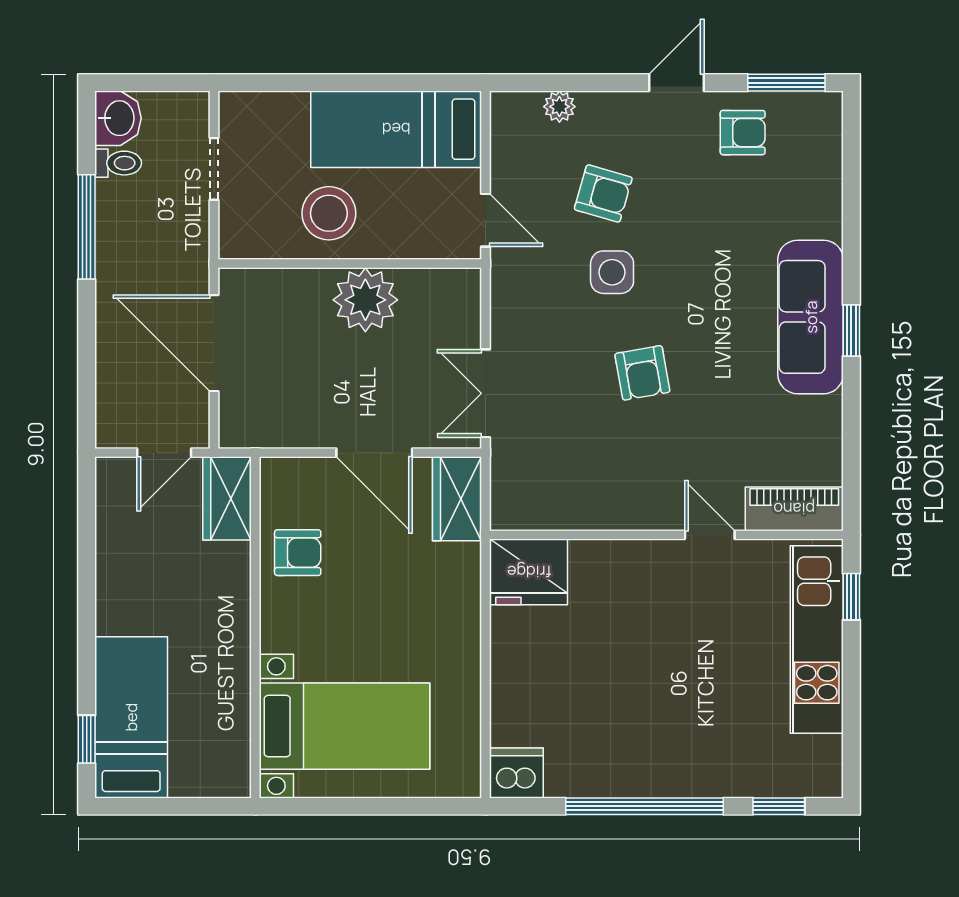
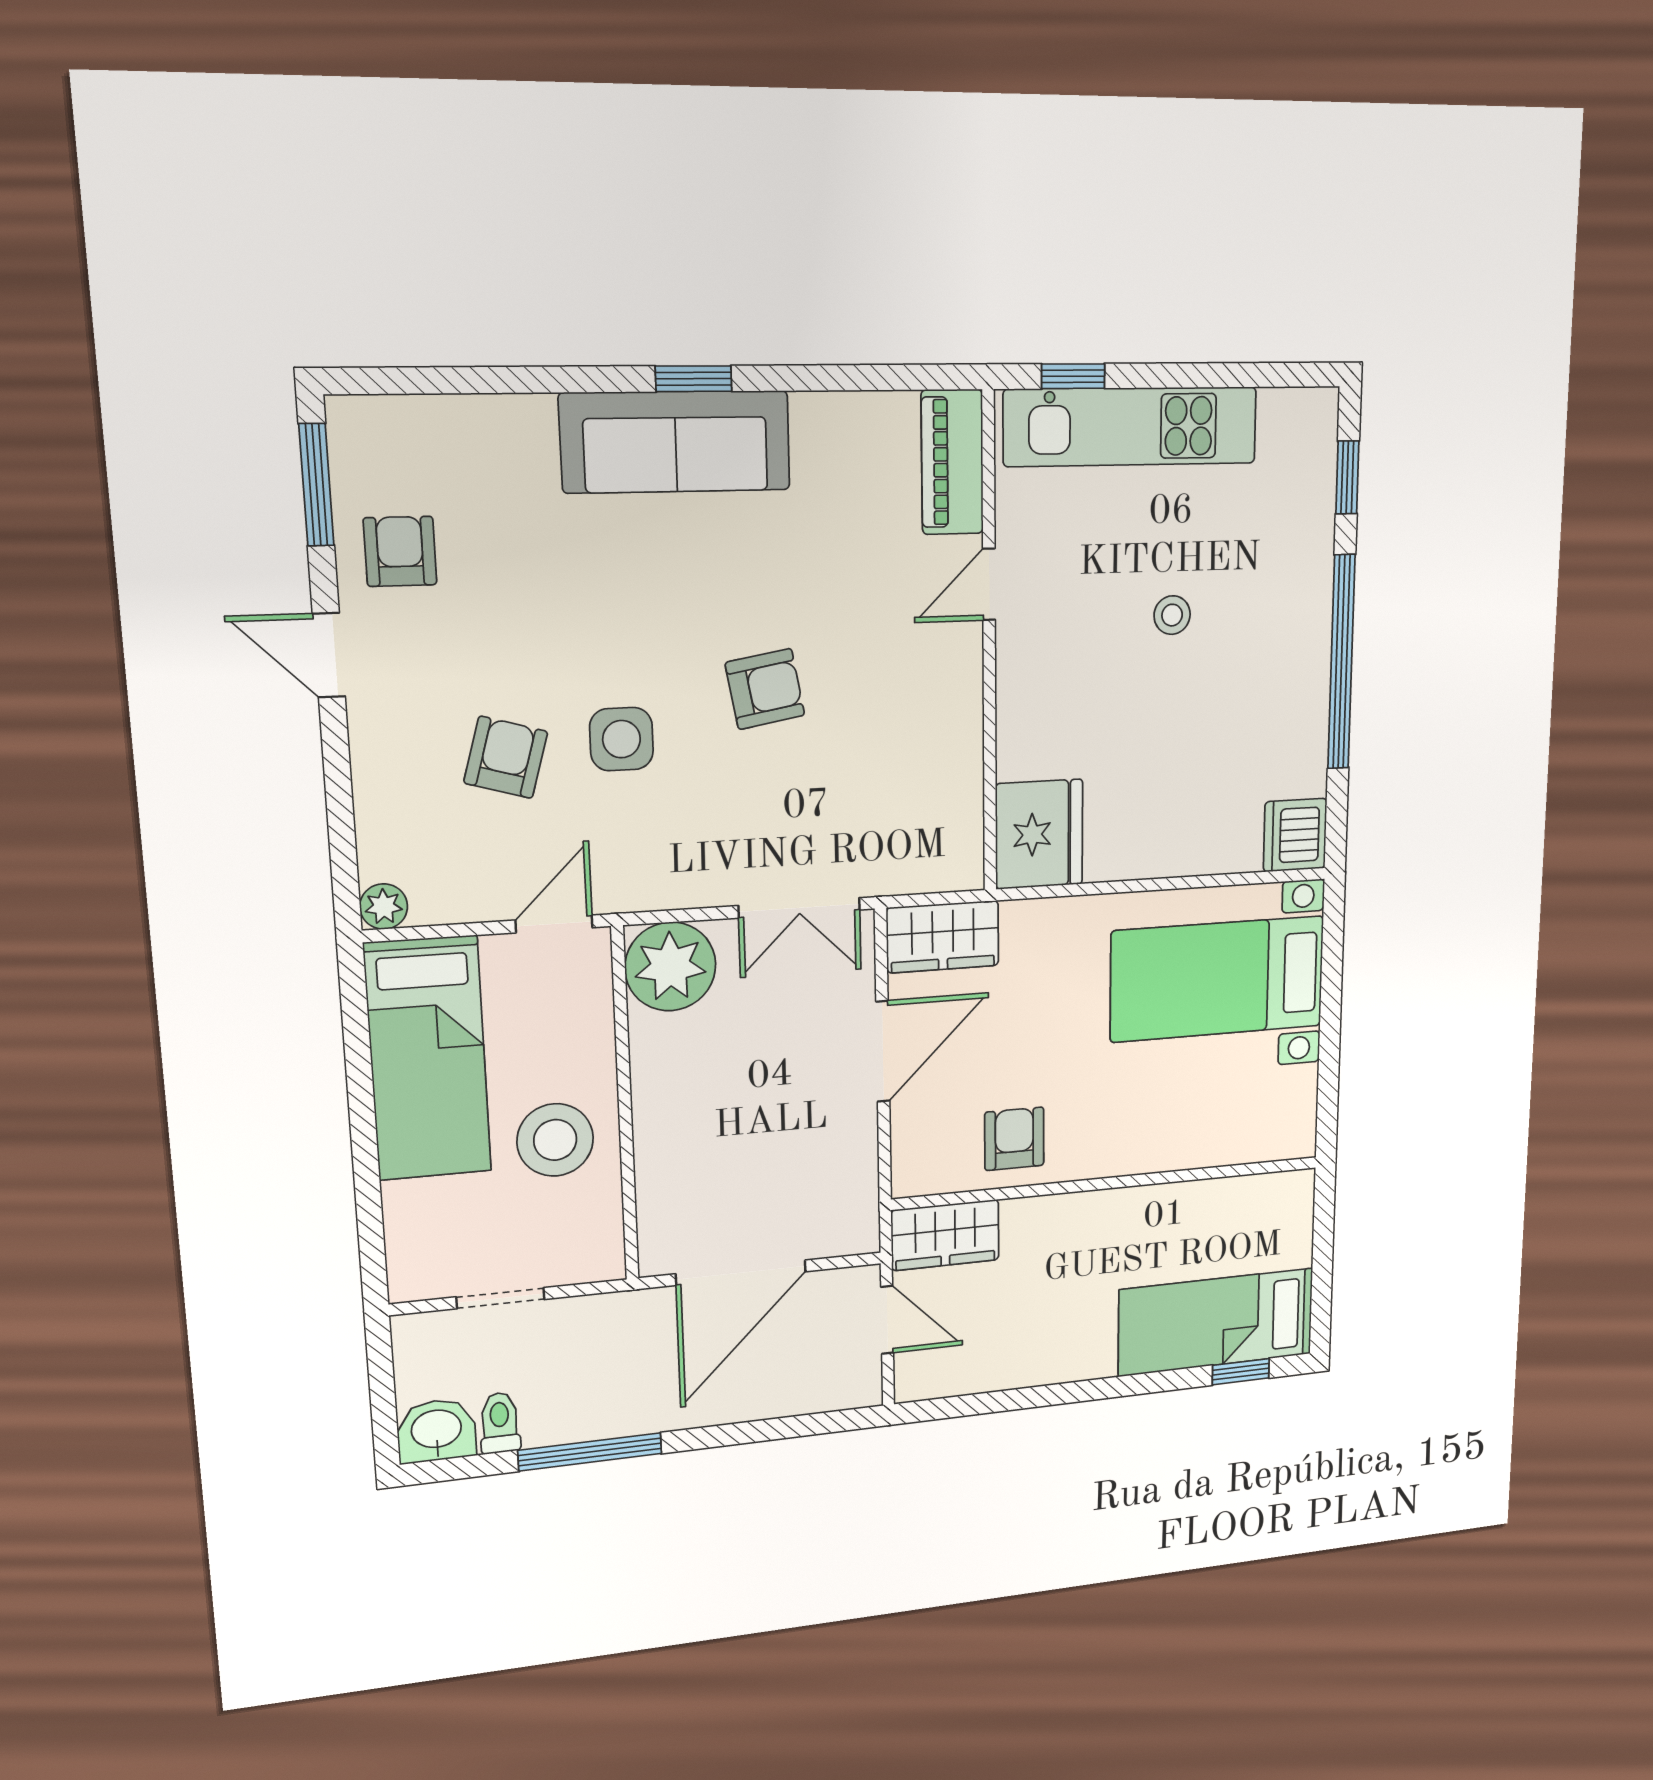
plant: (559, 107) -> (384, 907), moved
plant: (365, 300) -> (670, 967), moved
stool: (684, 672) -> (1172, 615), added
bed with nightstands: (344, 726) -> (1217, 979), moved, turned -90

